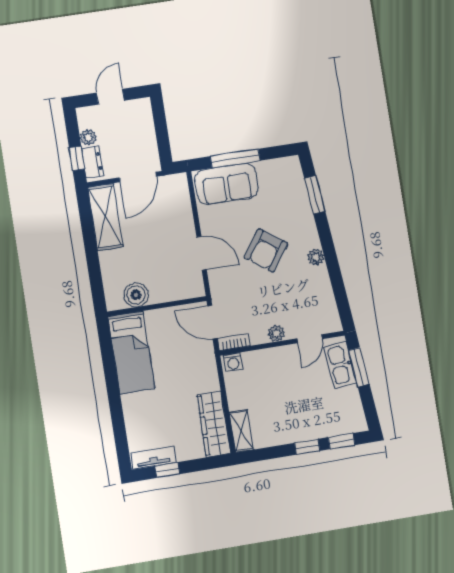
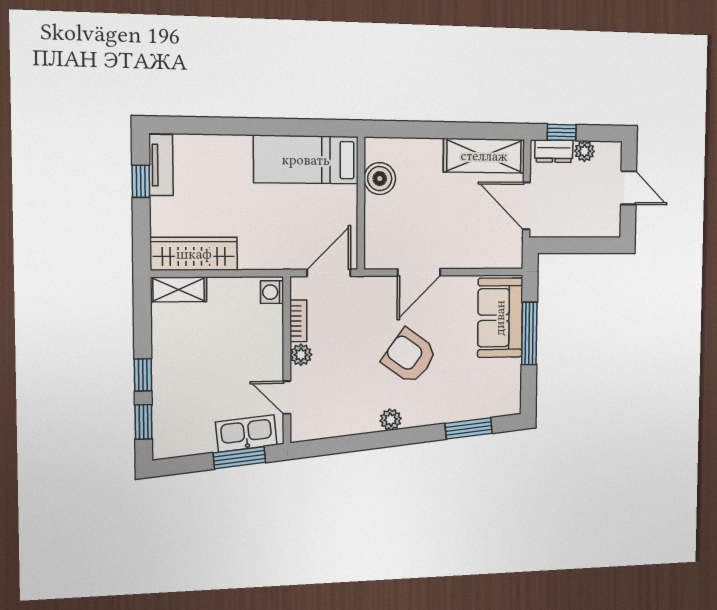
bookcase: (234, 342) -> (298, 321), moved

